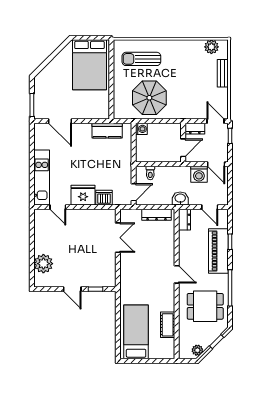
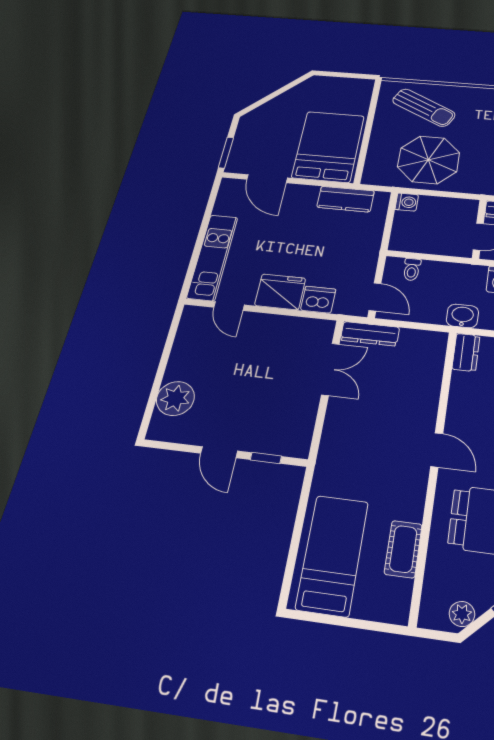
sun lounger: (141, 59) -> (424, 108), turned -153
bed: (89, 65) -> (328, 147), moved, turned 180
door: (134, 192) -> (375, 297), hinge flipped
dresser: (157, 215) -> (370, 334), moved

